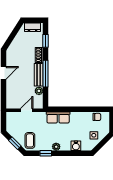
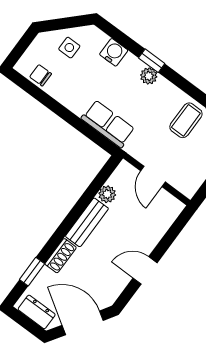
door: (12, 36) -> (83, 323), added
window: (45, 74) -> (74, 216), removed
door: (27, 110) -> (153, 176), hinge flipped
window: (46, 153) -> (152, 61), moved

